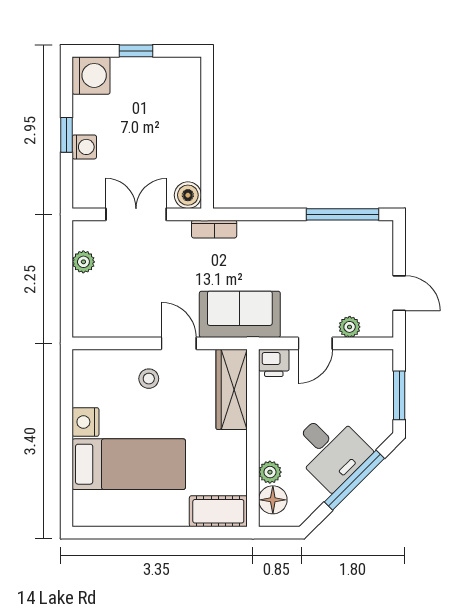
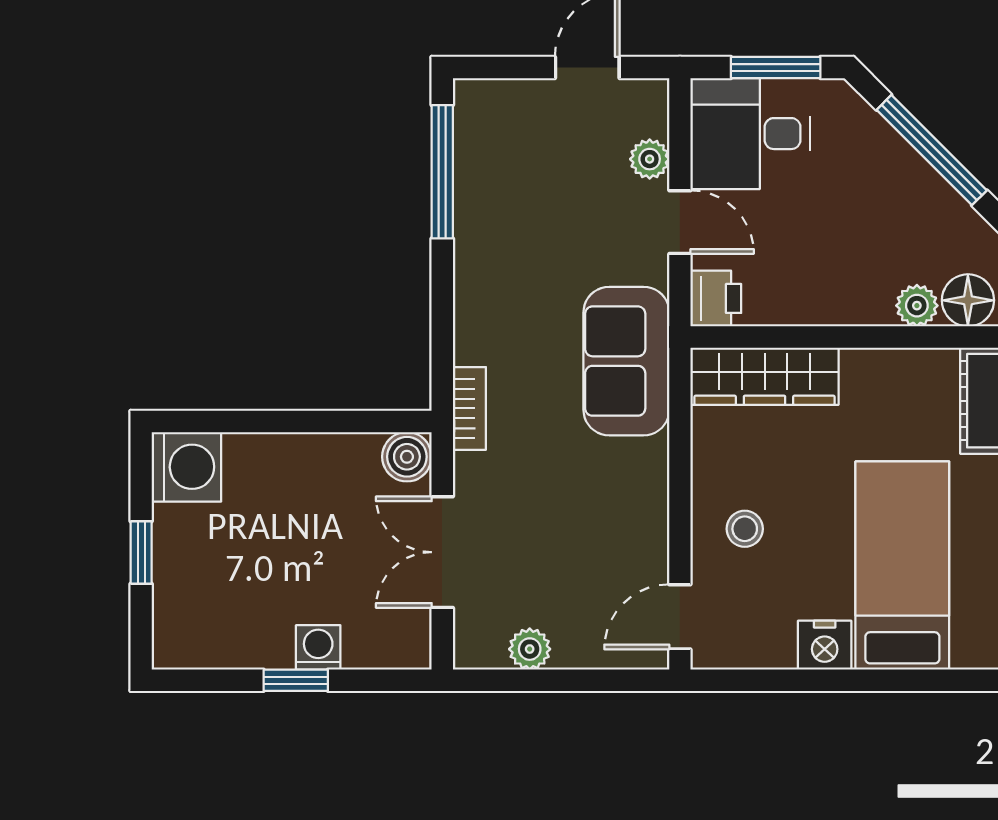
washing machine: (91, 75) -> (186, 467), moved, turned 90
door: (179, 343) -> (680, 617), moved
desk: (330, 450) -> (750, 134), moved, turned -135

